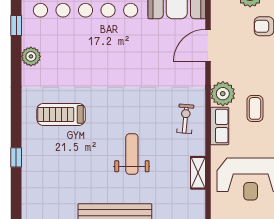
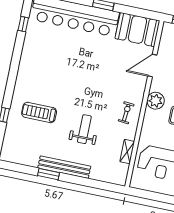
plant: (31, 56) -> (29, 48), removed
treadmill: (61, 114) -> (39, 112), moved
row of seats: (220, 126) -> (149, 123), removed

